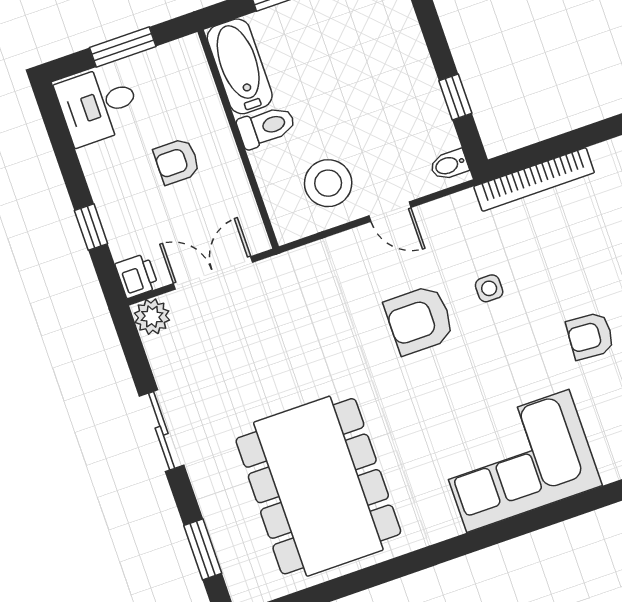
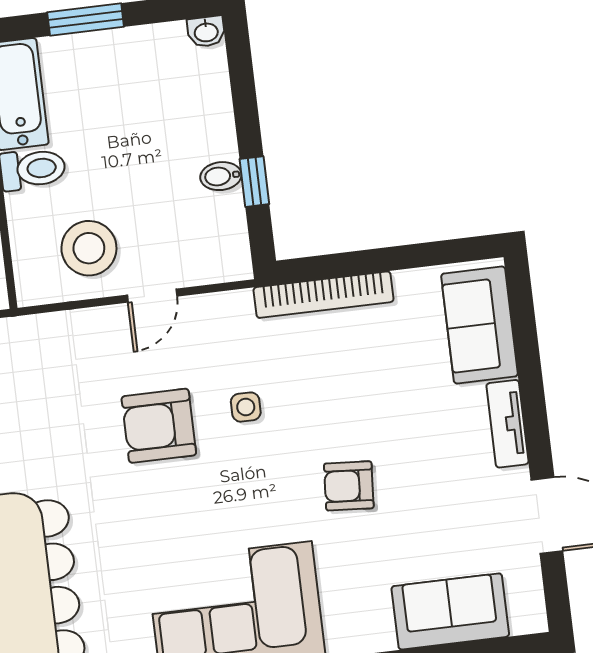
bidet: (449, 165) -> (221, 176), moved
door: (390, 212) -> (152, 296), hinge flipped

